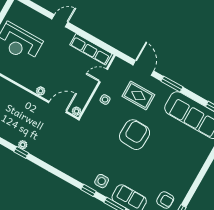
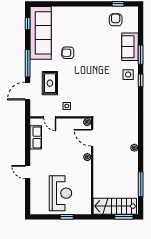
row of seats: (91, 49) -> (36, 137), width x0.68
window: (172, 84) -> (28, 63), width x1.44
armchair: (135, 135) -> (68, 53), moved, width x0.53, depth x0.53
window: (21, 152) -> (141, 146), removed

